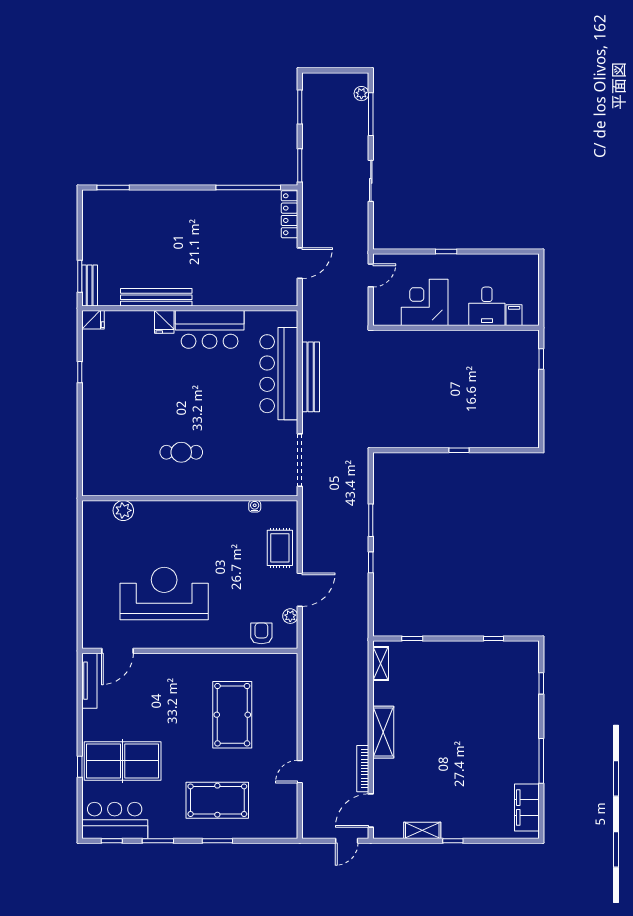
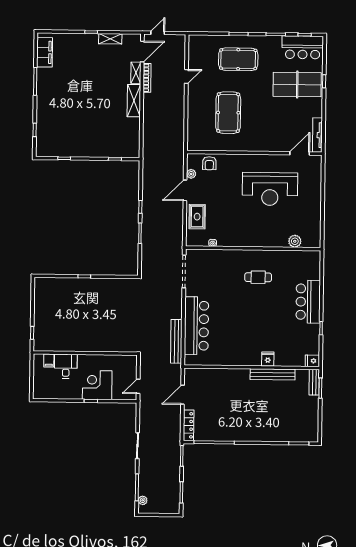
corner desk: (425, 302) -> (97, 385), moved, turned 180
bar counter: (210, 329) -> (308, 302), moved, turned -90
bench: (311, 377) -> (176, 341), moved
shelving: (381, 664) -> (136, 73), moved

